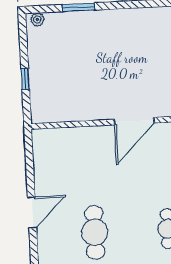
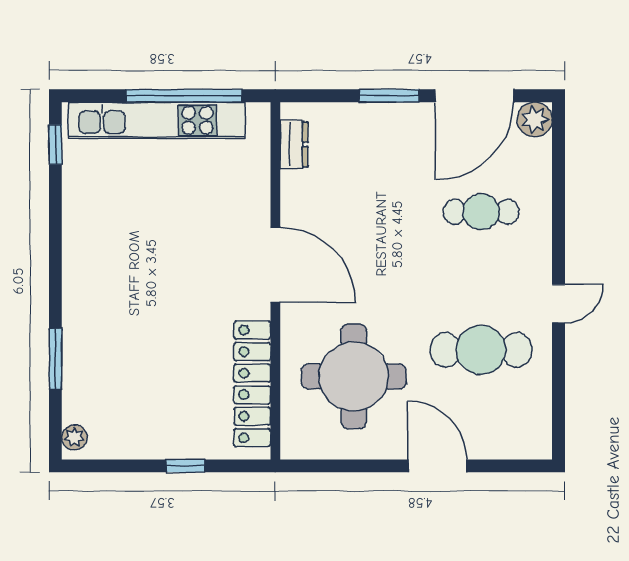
locker: (70, 112) -> (252, 384), added
round table: (77, 166) -> (354, 376), added

